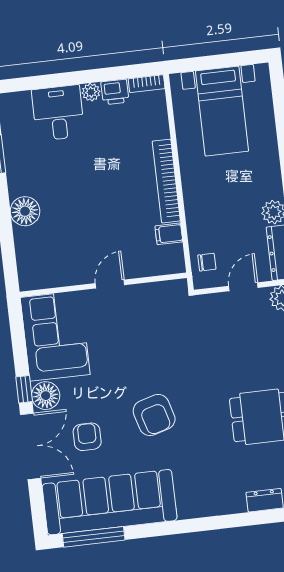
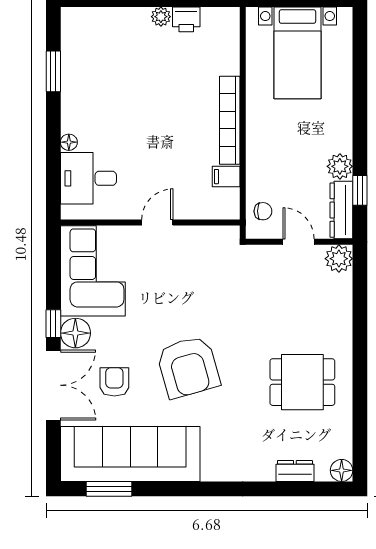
bookcase: (147, 84) -> (221, 14), removed
desk: (58, 113) -> (88, 178), moved, turned -90
floor lamp: (25, 211) -> (69, 142), width x0.53, depth x0.53
door: (243, 287) -> (299, 242), hinge flipped
armchair: (154, 415) -> (188, 367), width x1.36, depth x1.36
window: (94, 537) -> (109, 489), width x0.69

